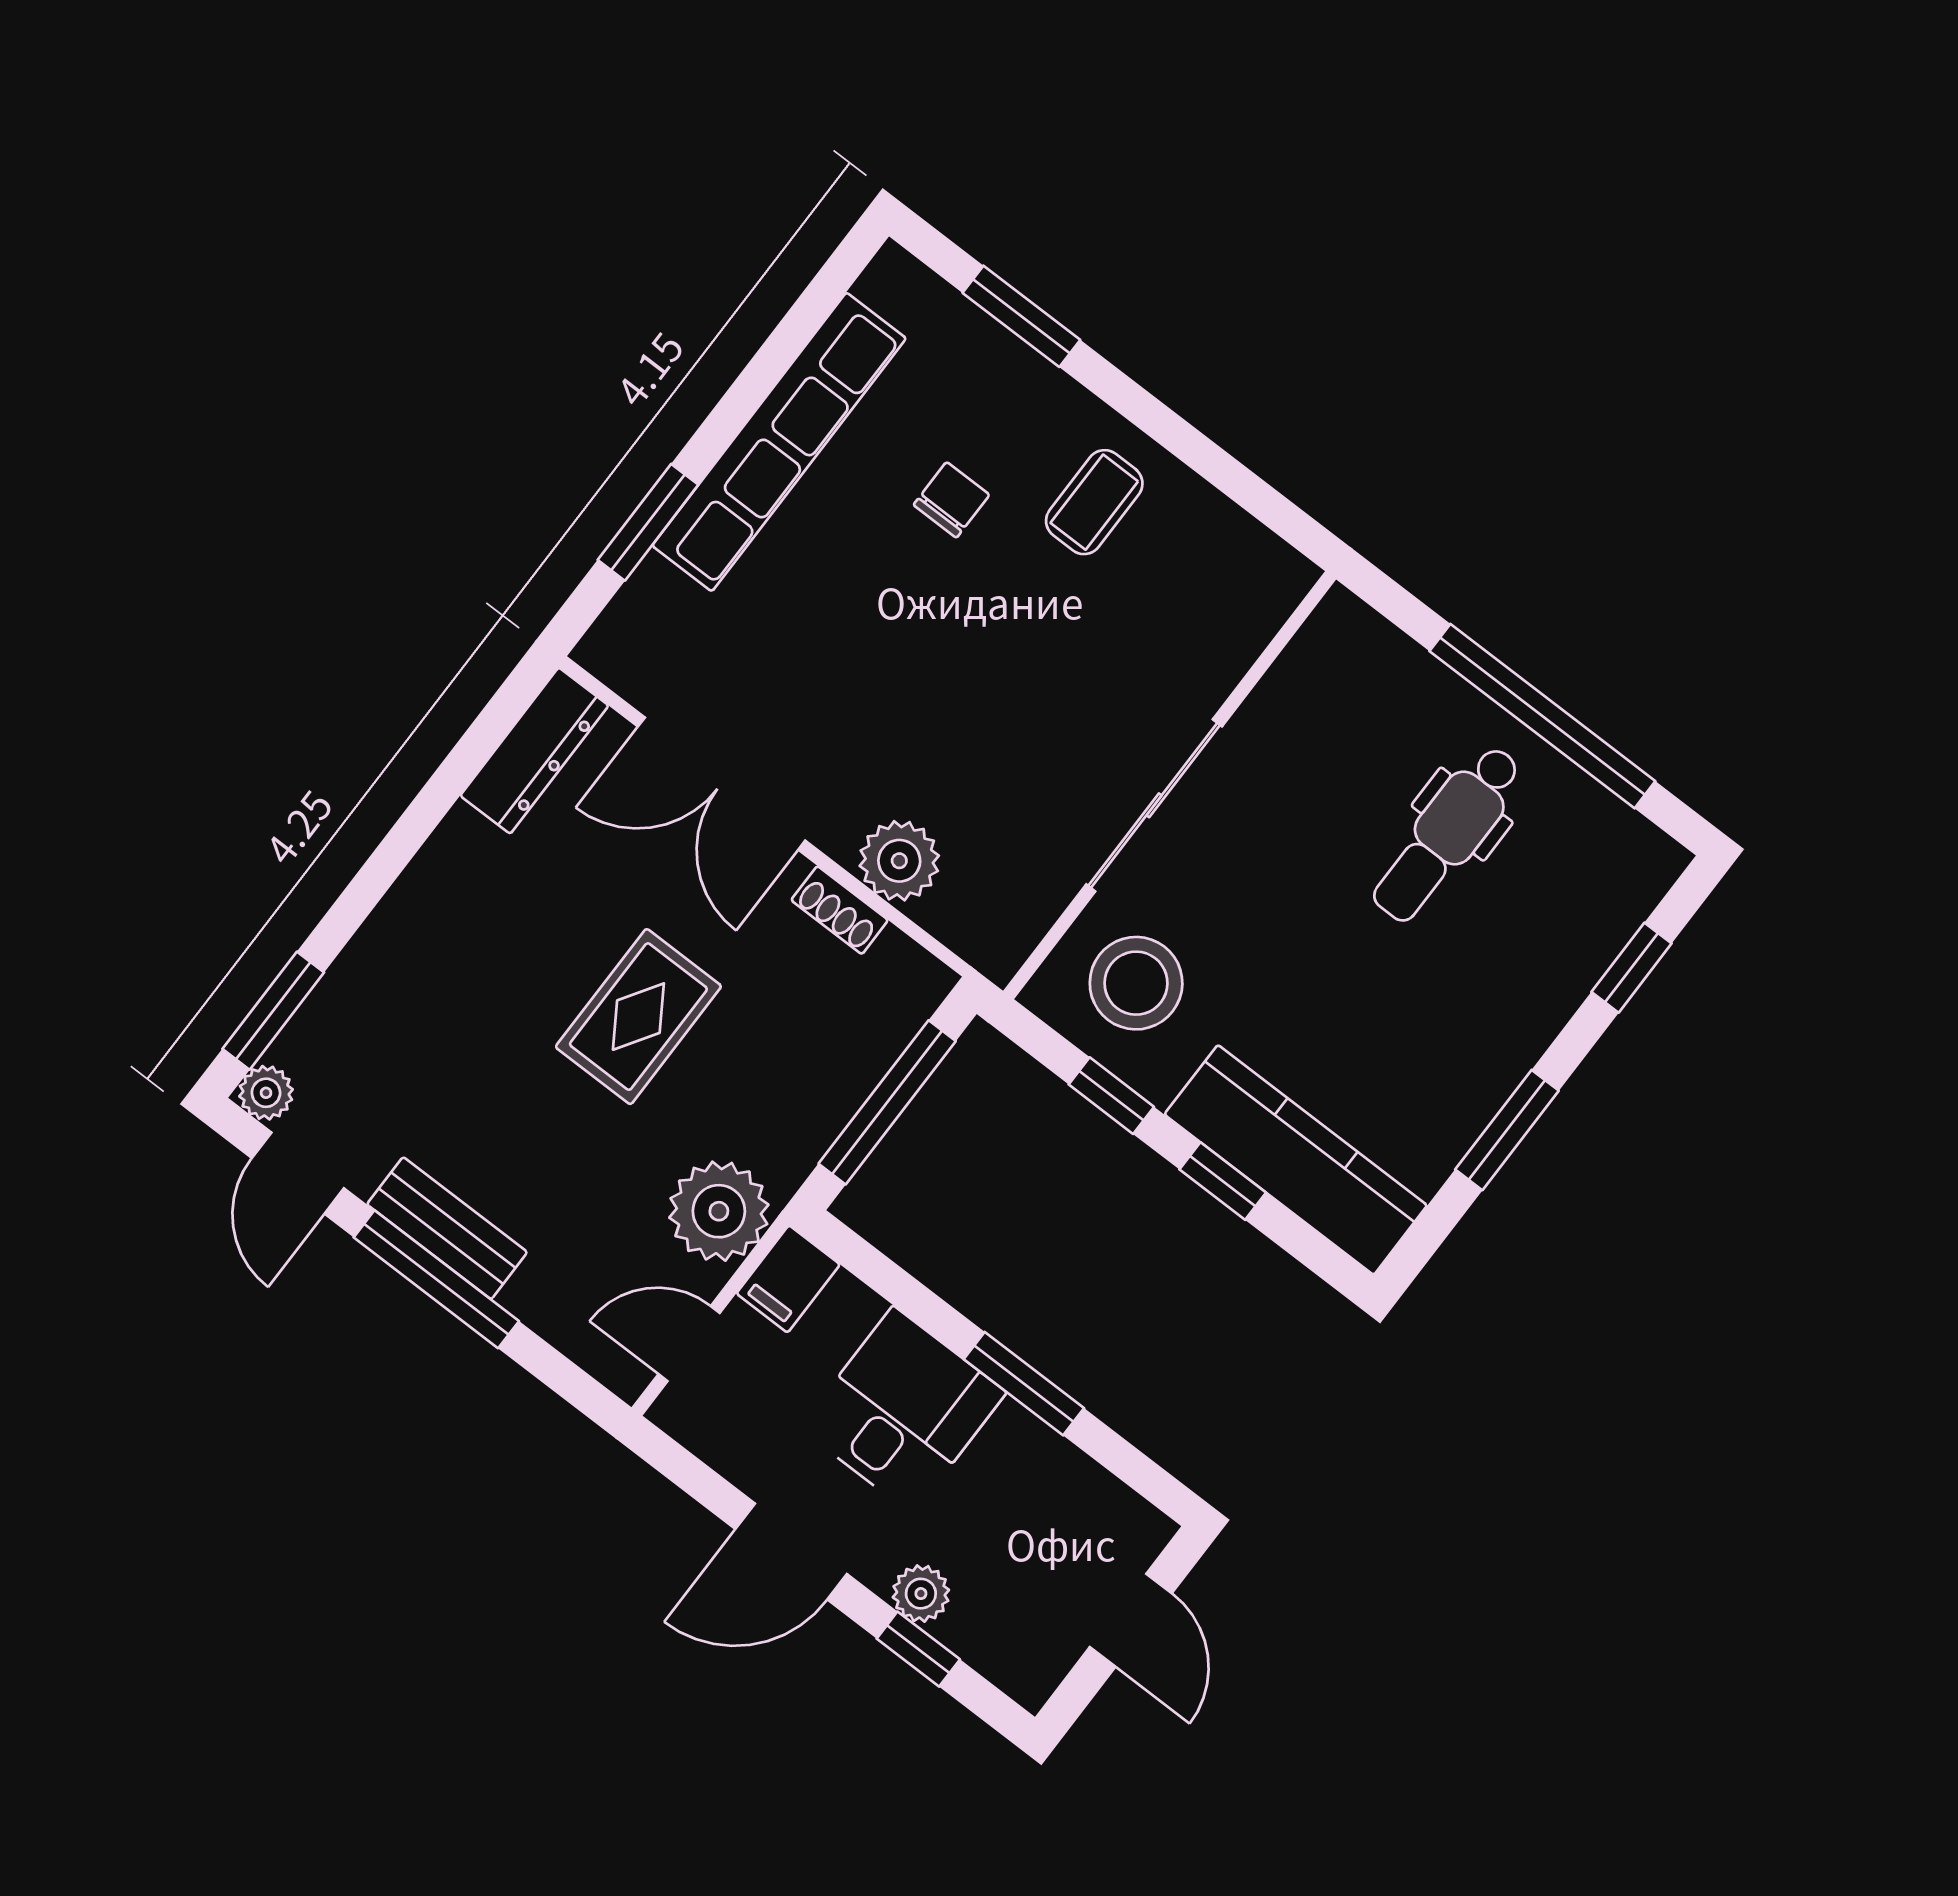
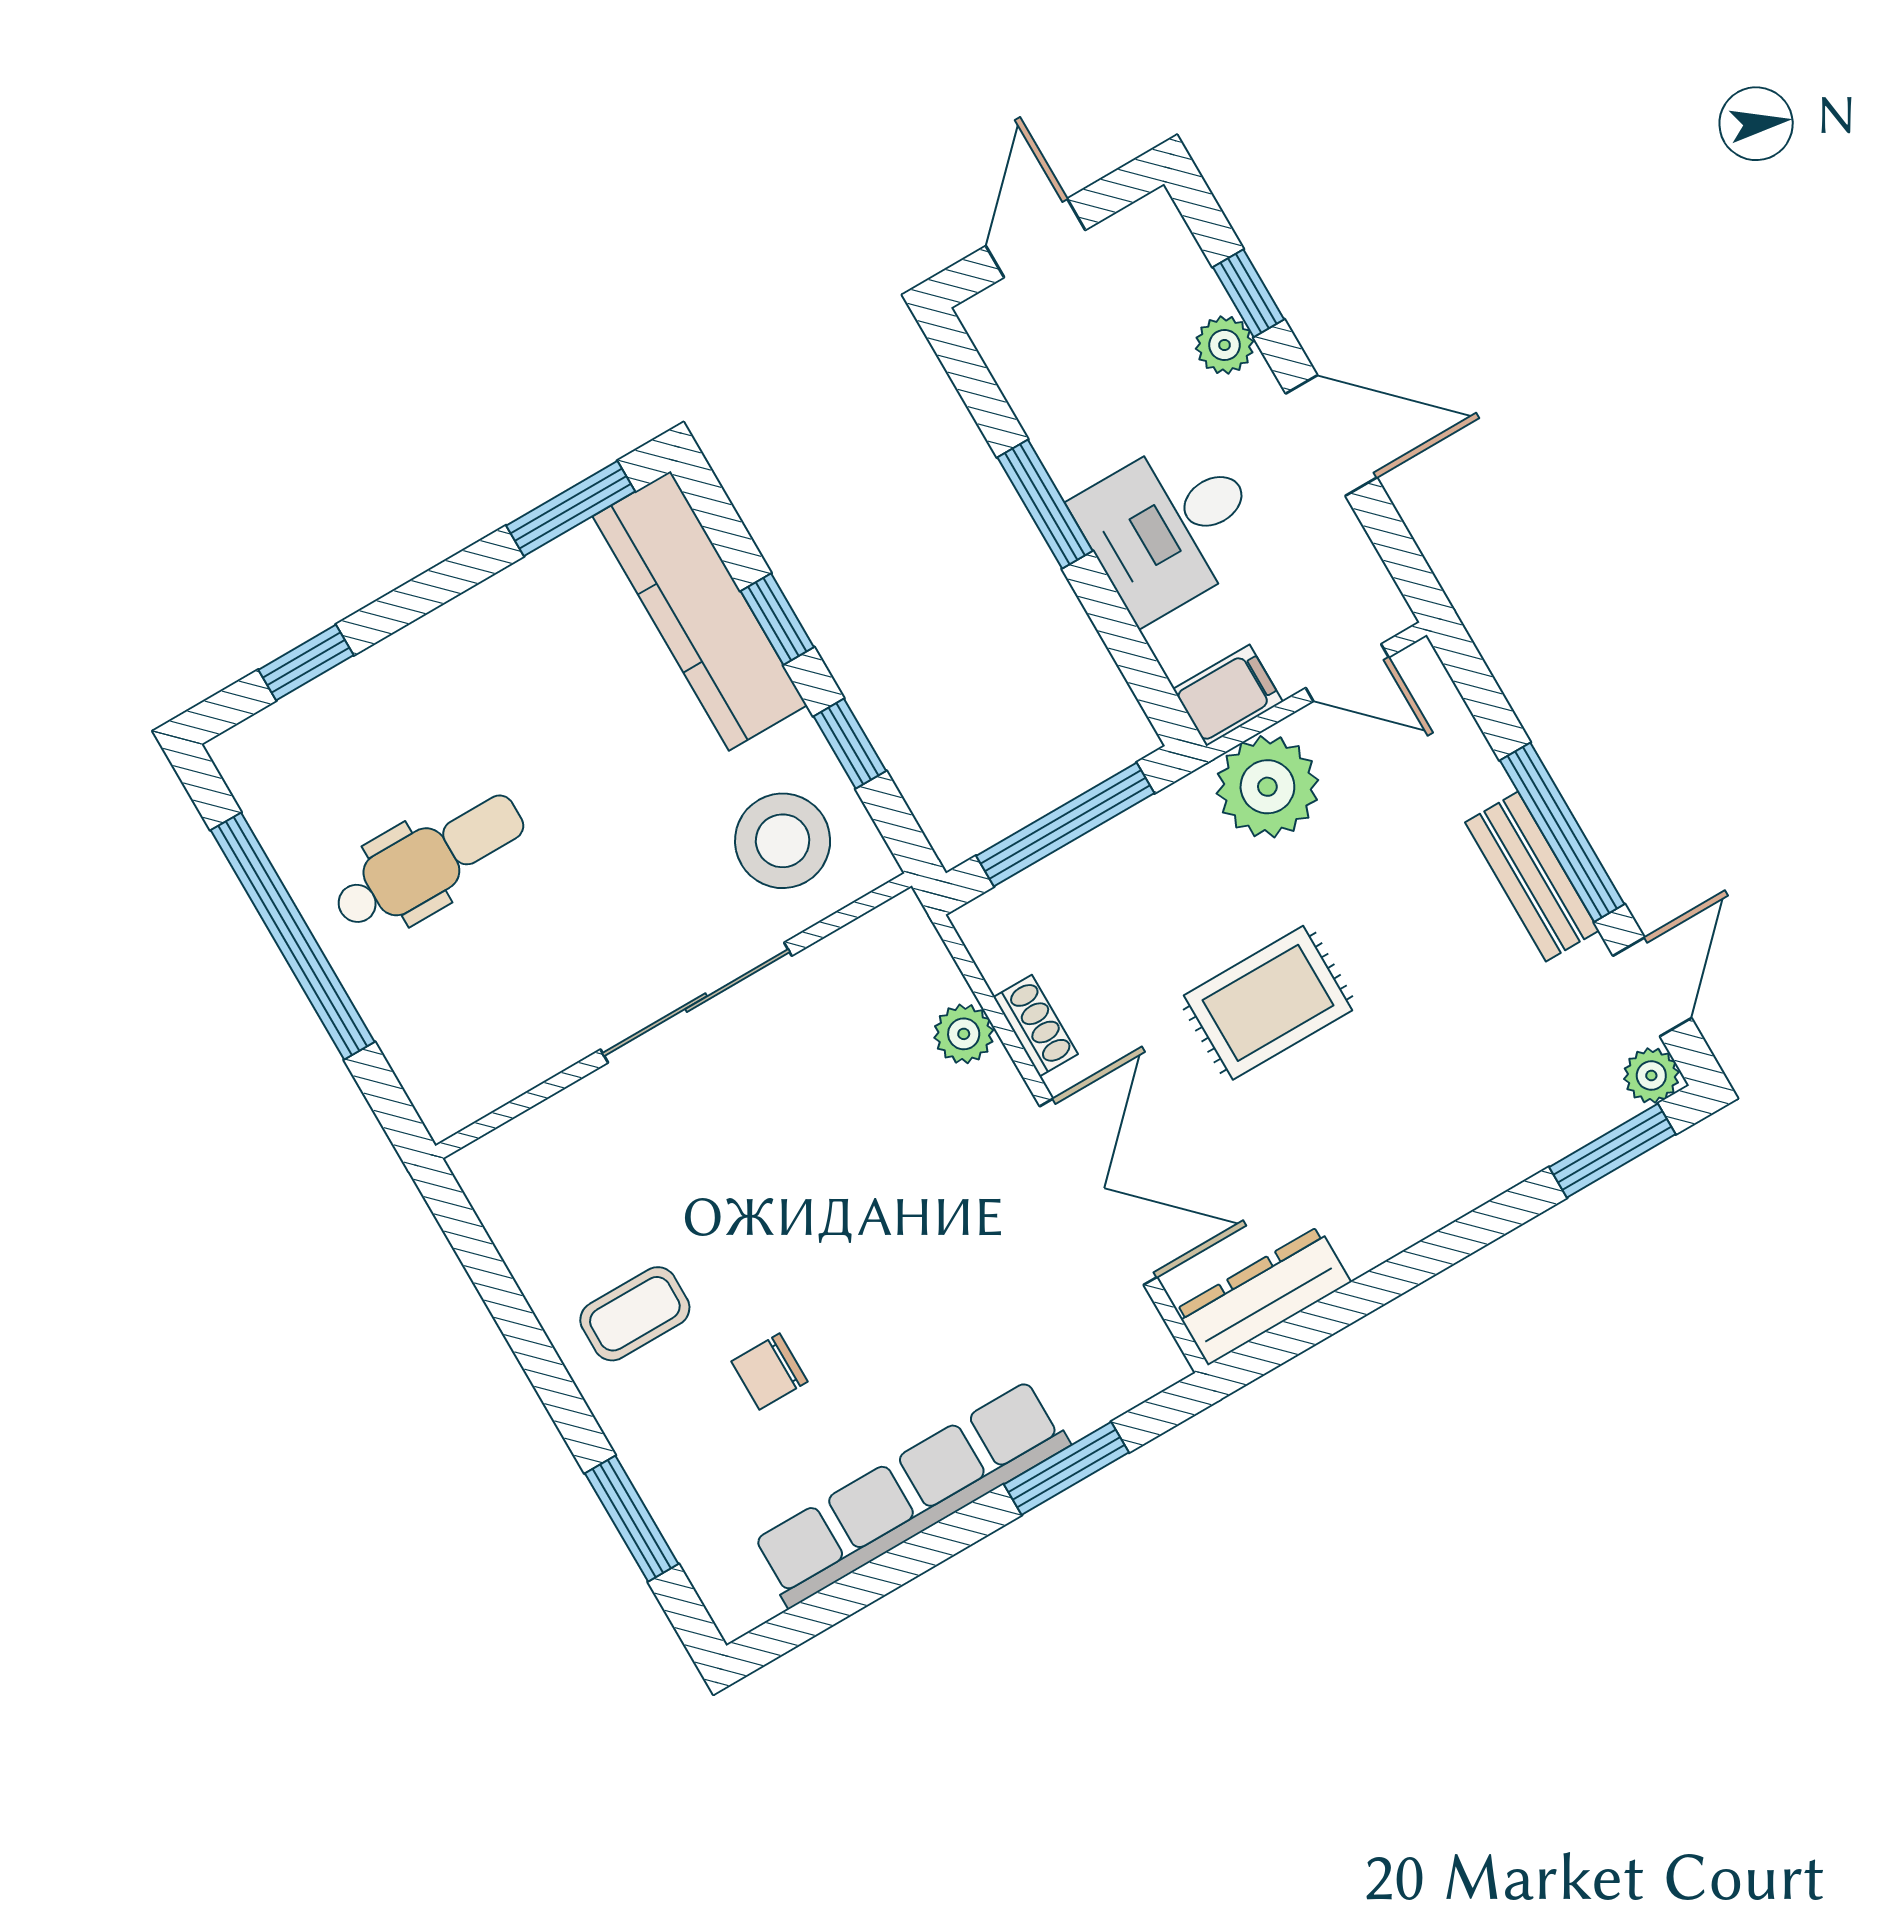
plant: (899, 861) -> (964, 1034), width x0.73, depth x0.73
window: (1507, 1130) -> (571, 509), moved

